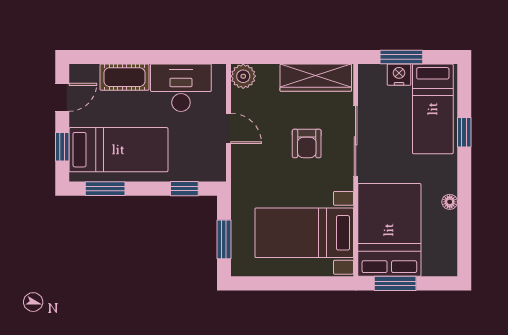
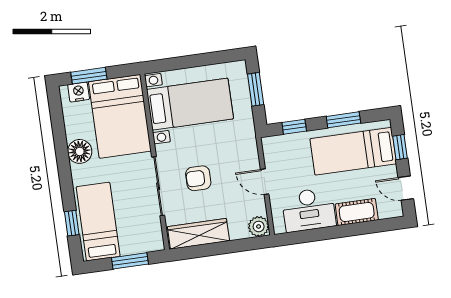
nightstand: (399, 75) -> (79, 92), moved, turned 180
door: (62, 97) -> (406, 188), hinge flipped
window: (464, 132) -> (72, 223), moved
armchair: (307, 143) -> (198, 178), turned -90
window: (105, 189) -> (343, 120), moved
floor lamp: (450, 202) -> (80, 151), width x1.89, depth x1.89
window: (395, 283) -> (89, 76), moved

